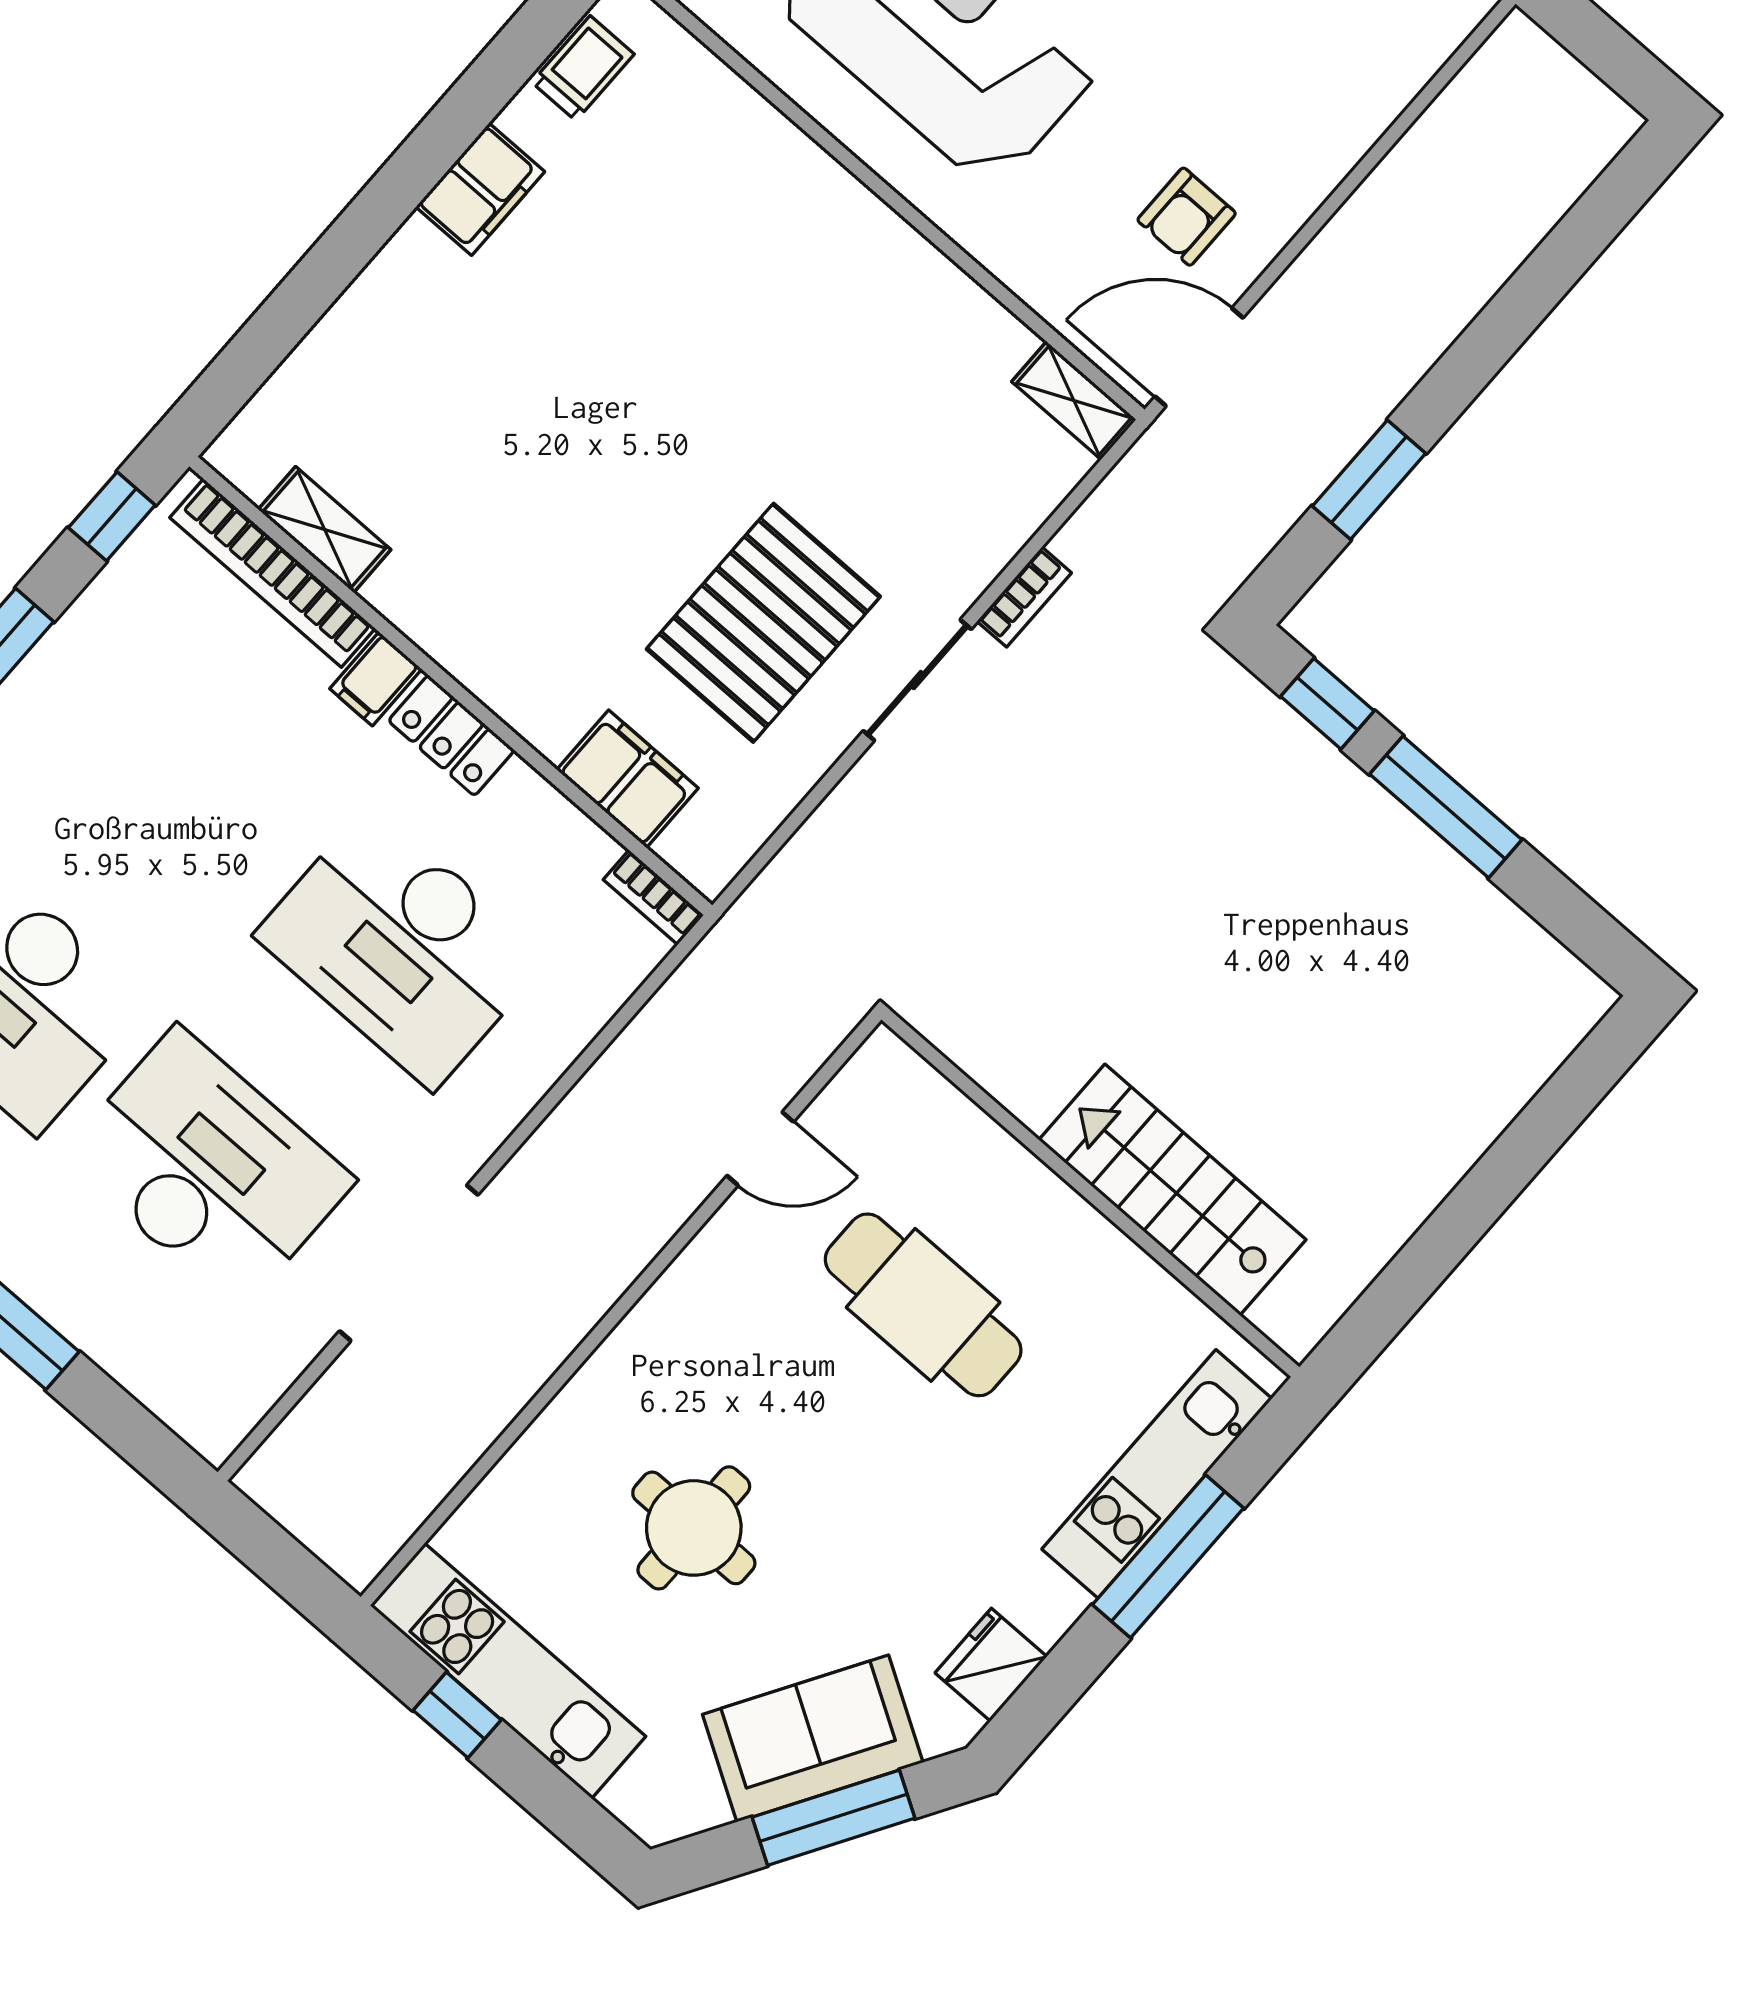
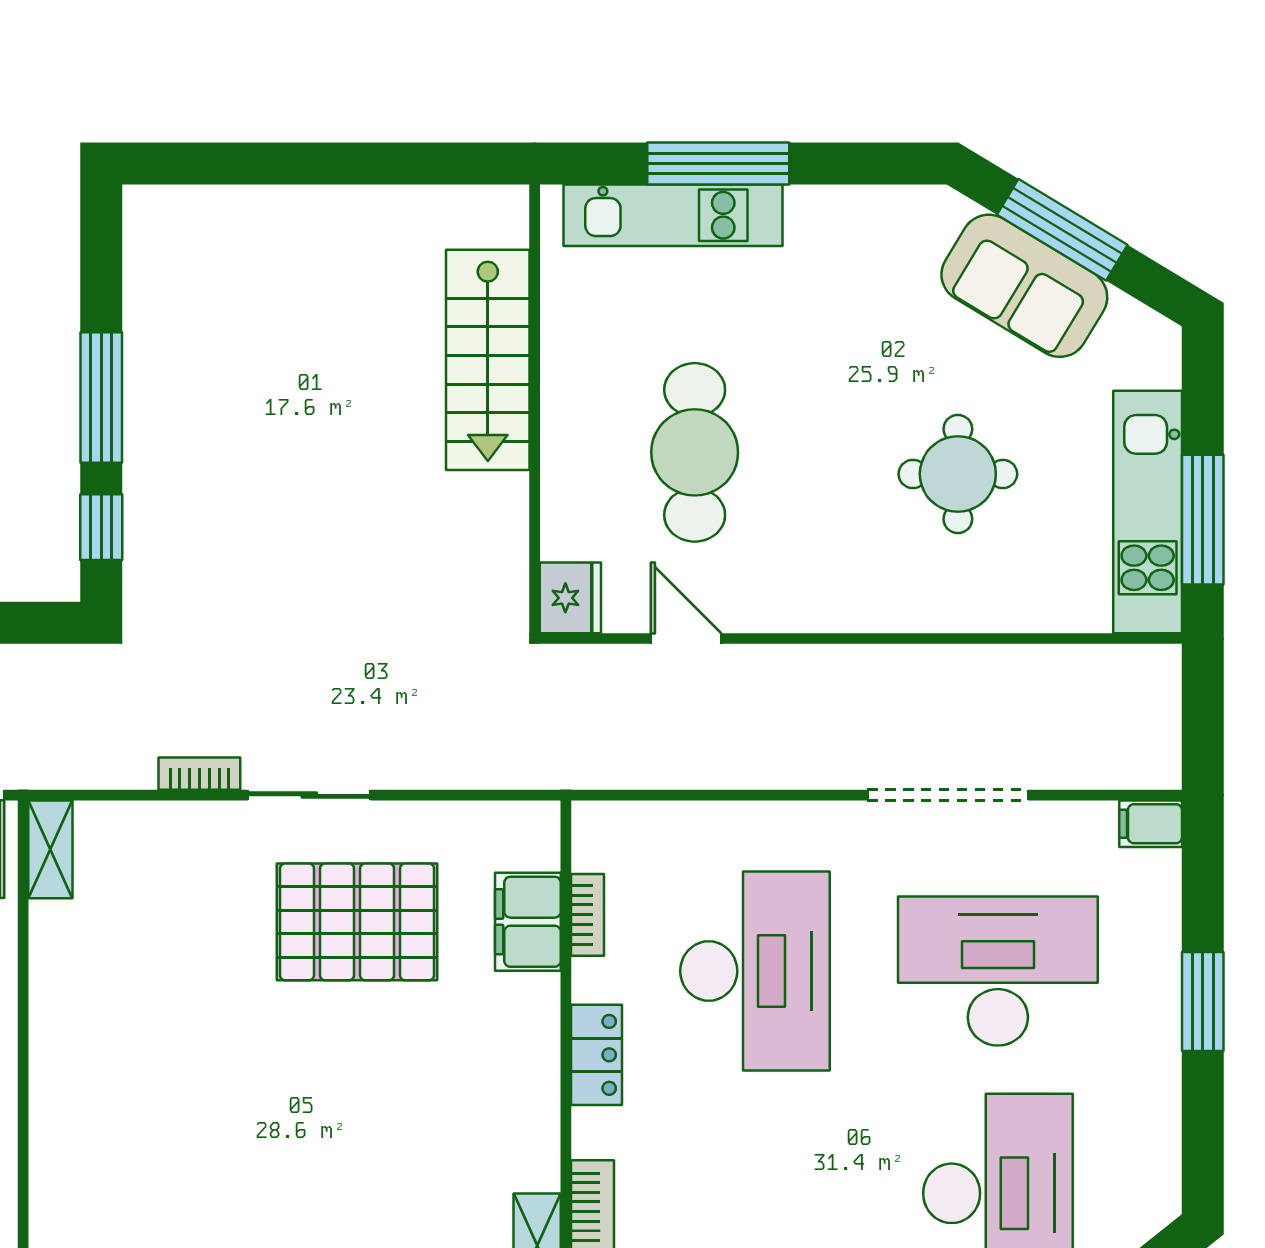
filing cabinet: (376, 679) -> (1151, 824), moved, turned 180
bookcase: (654, 897) -> (587, 915), moved
desk: (208, 1169) -> (998, 971), turned 90
fridge: (991, 1665) -> (570, 598), moved, turned -90
window: (457, 1715) -> (1203, 520), width x2.17

